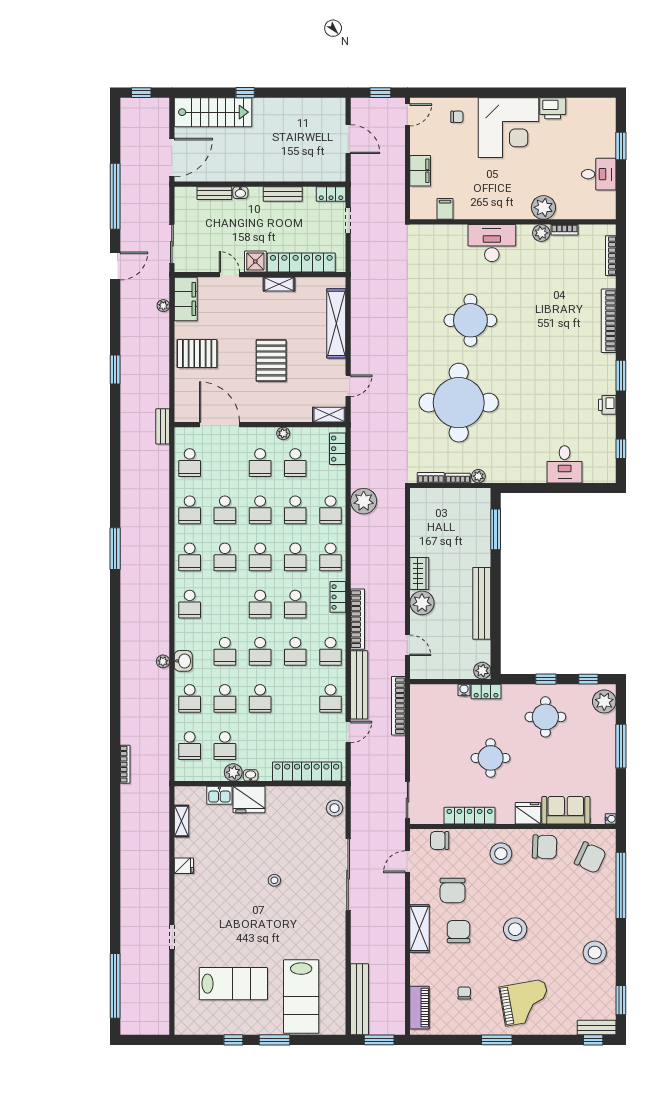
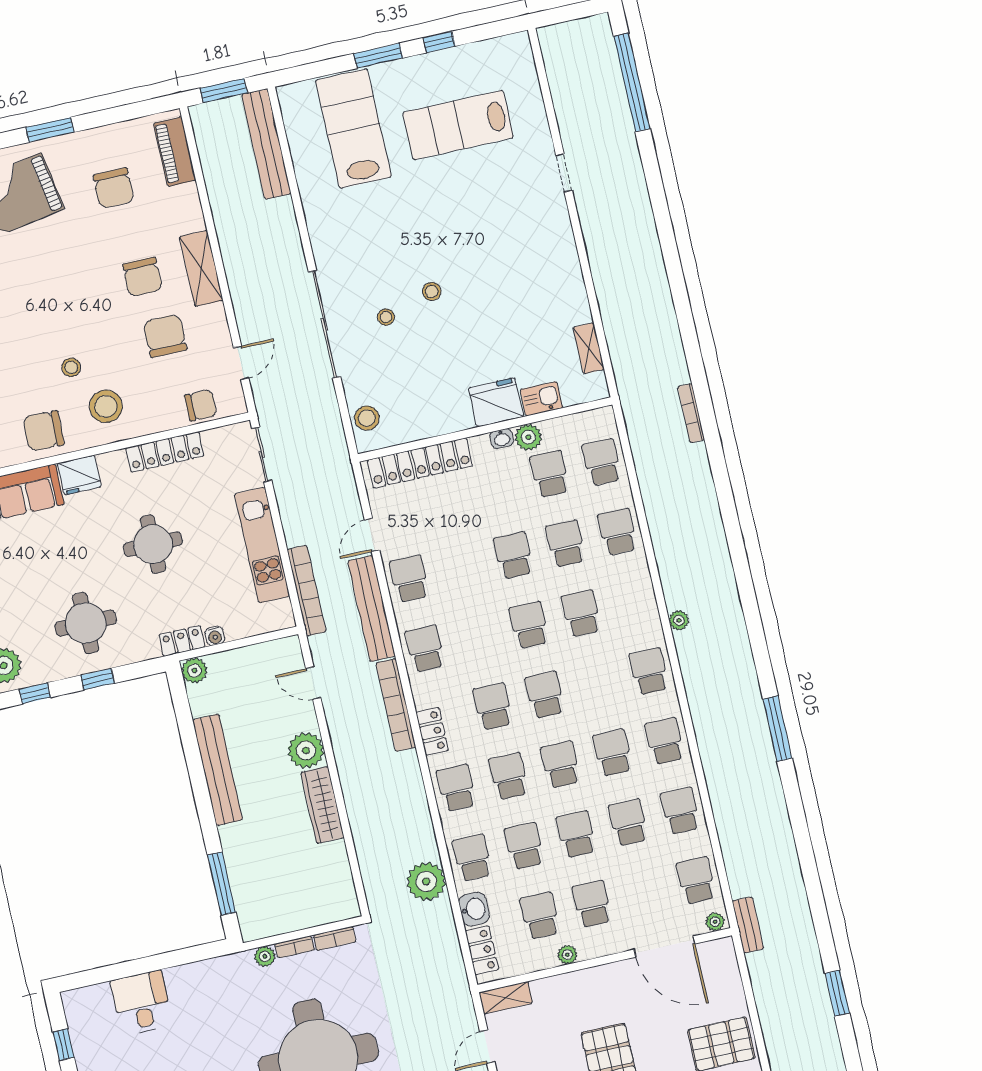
plant: (183, 433) -> (715, 922), added
wardrobe: (419, 573) -> (322, 805), width x1.50
school desk: (295, 651) -> (477, 637), removed
plant: (163, 661) -> (679, 620), moved
washbasin: (183, 661) -> (474, 909), moved, turned 180
kitchen unit: (420, 742) -> (262, 545), added
fridge: (184, 866) -> (570, 283), removed
stool: (308, 870) -> (386, 317), added
stool: (515, 929) -> (71, 367), moved, width x0.53, depth x0.53
chair: (464, 993) -> (114, 188), width x1.87, depth x1.87

